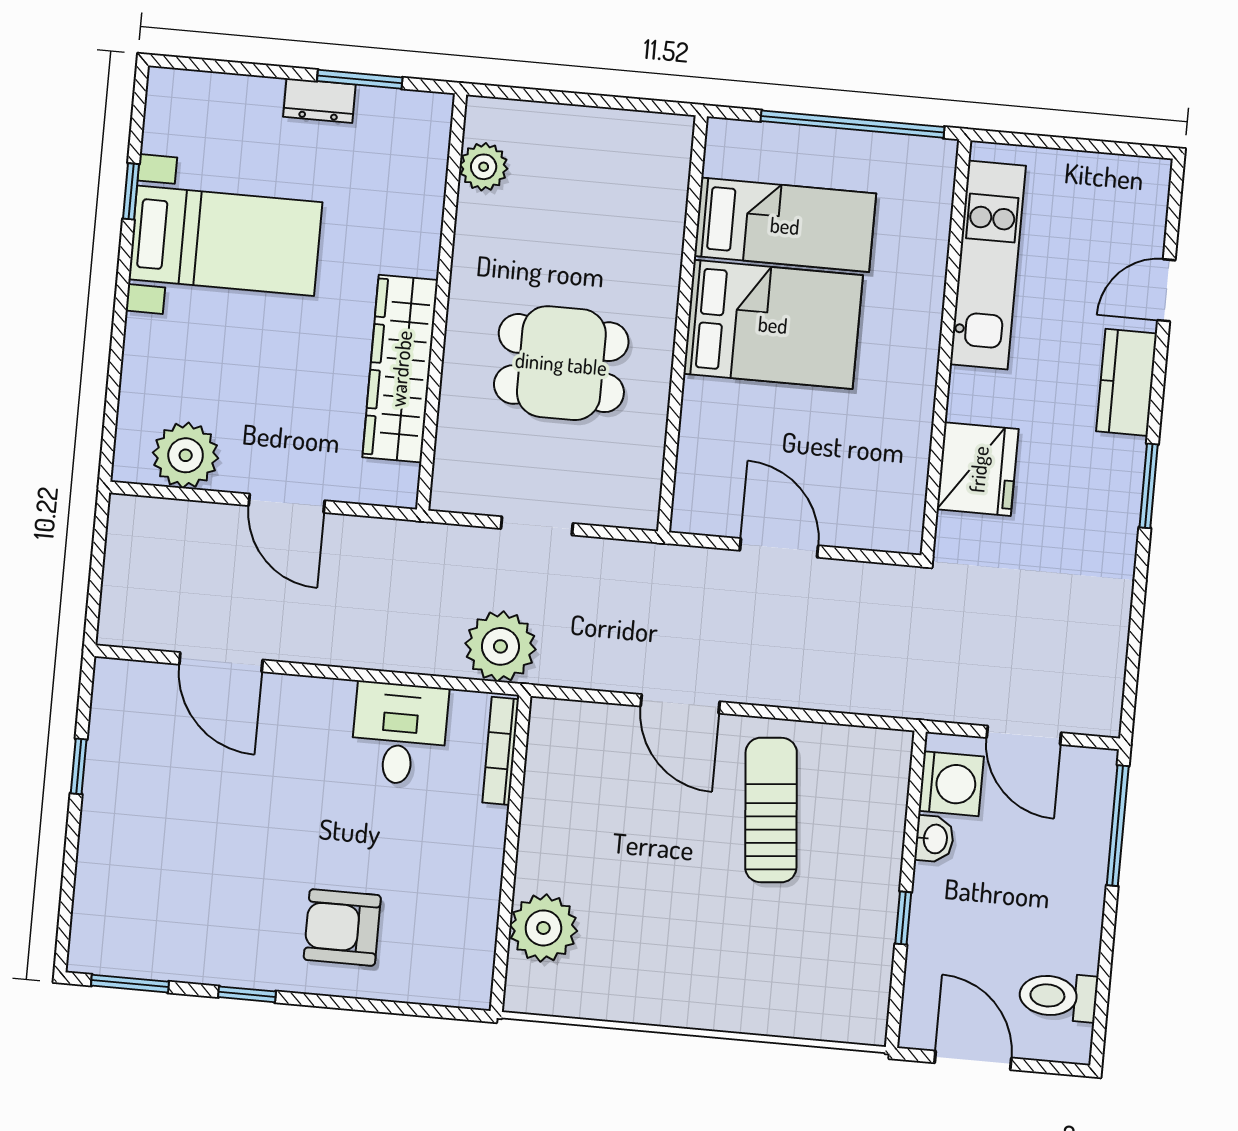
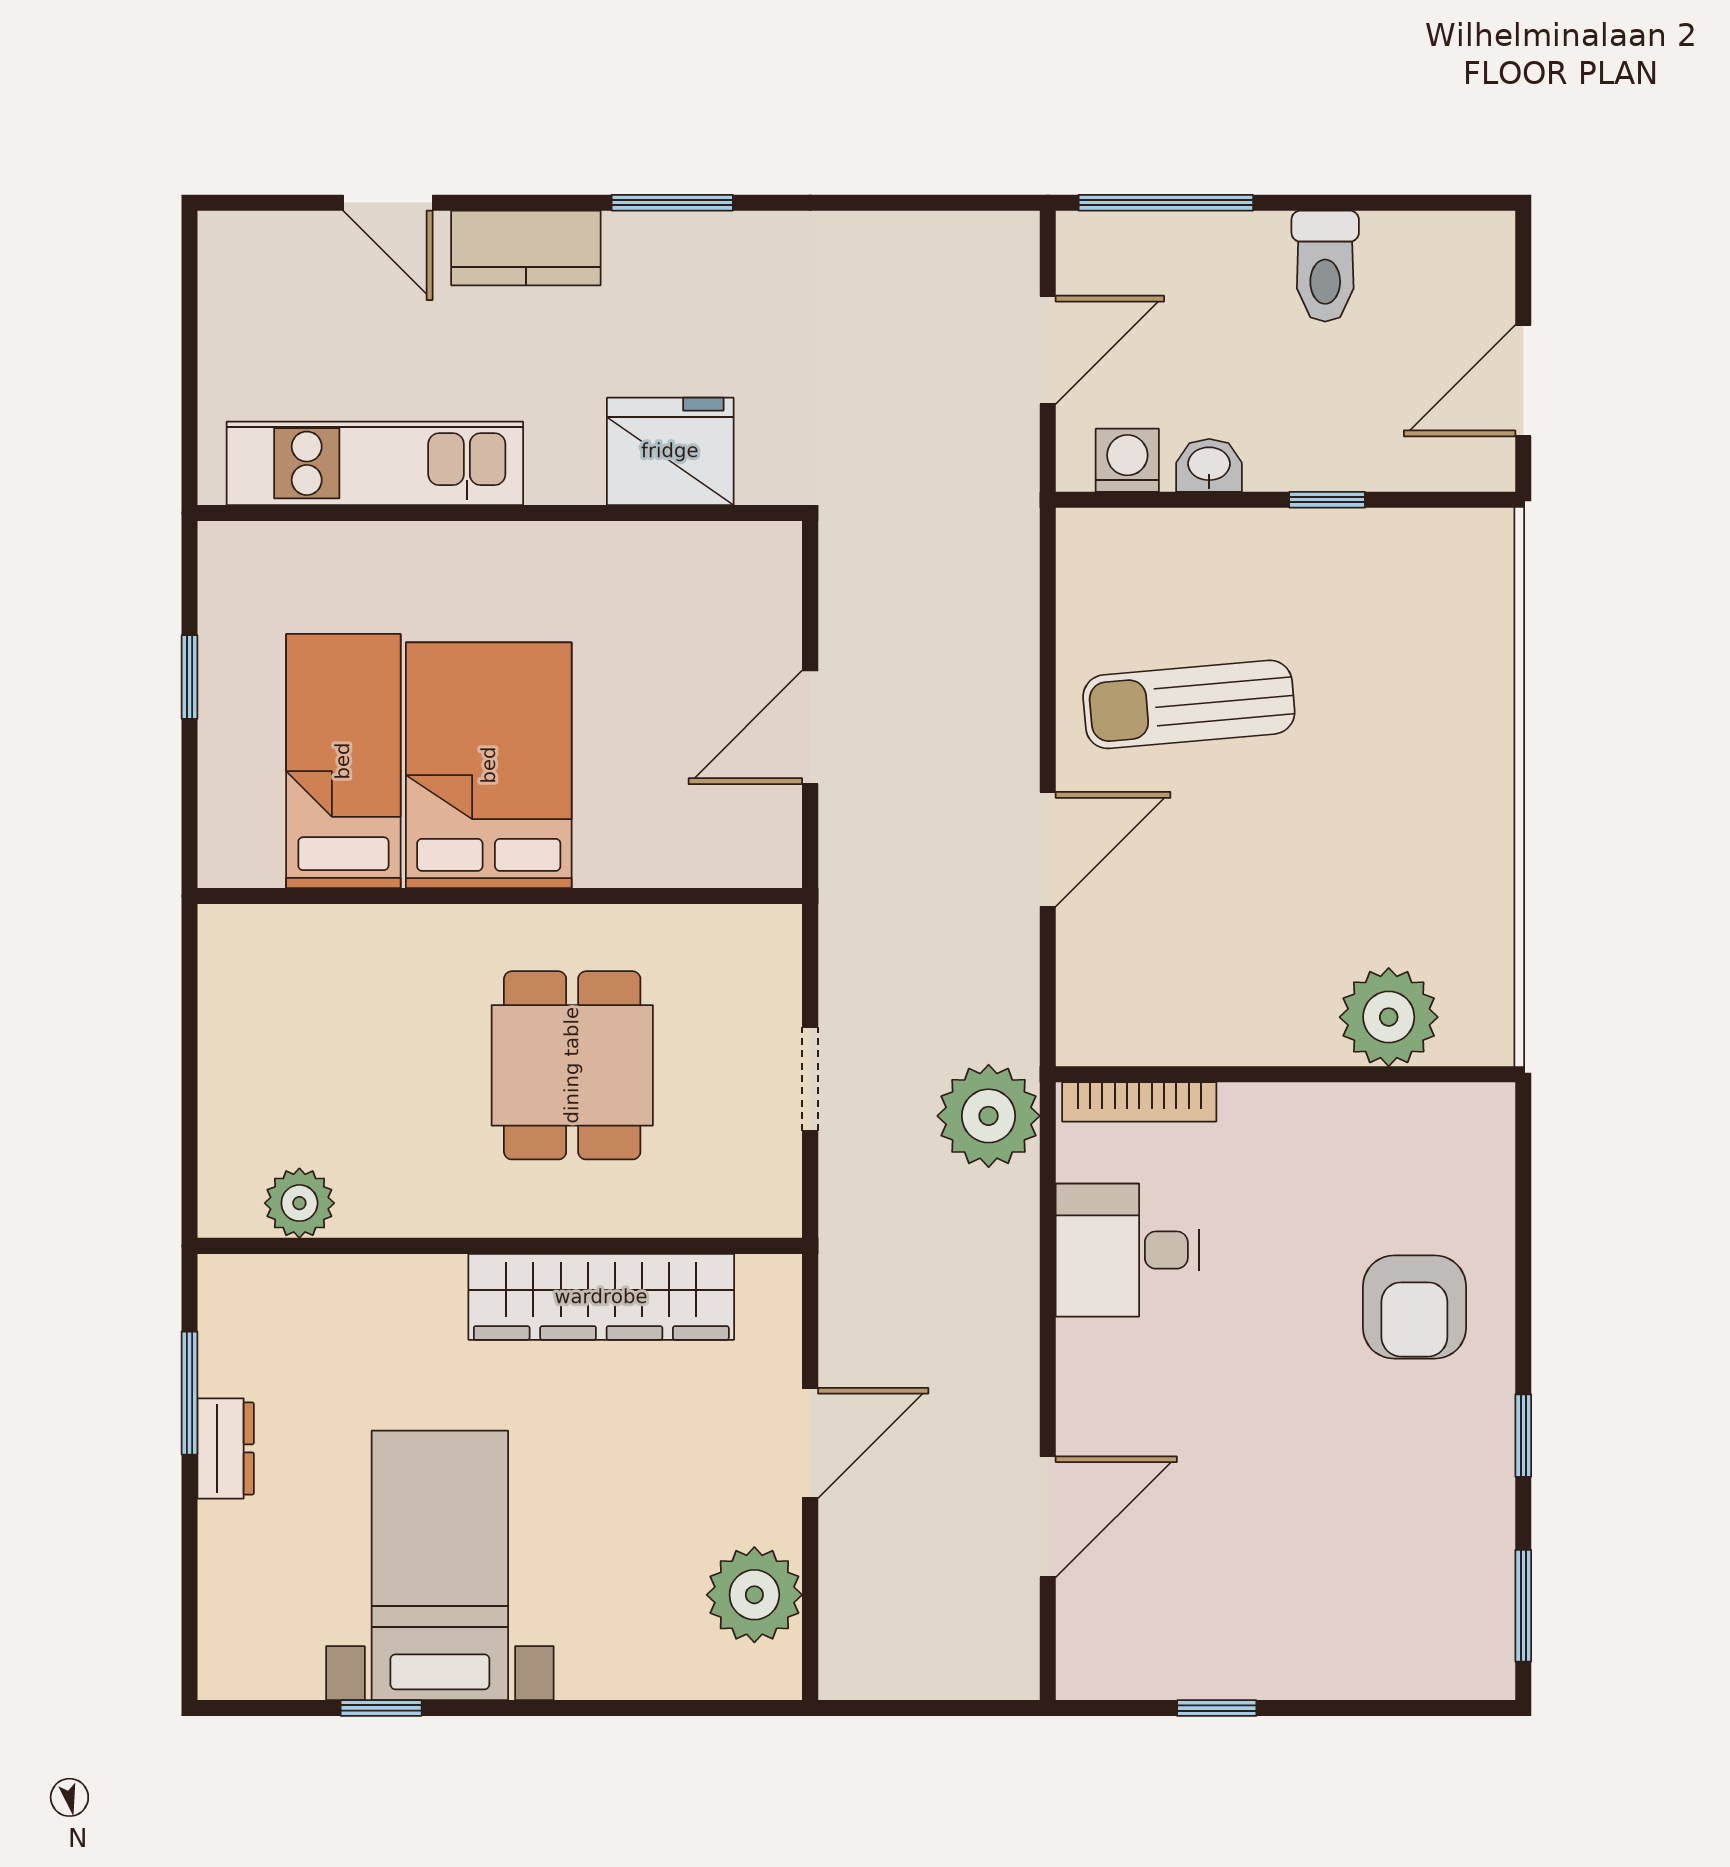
window: (853, 124) -> (189, 677), width x0.32
washing machine: (951, 784) -> (1127, 460), width x0.73, depth x0.73
toilet: (1058, 996) -> (1325, 266), moved

